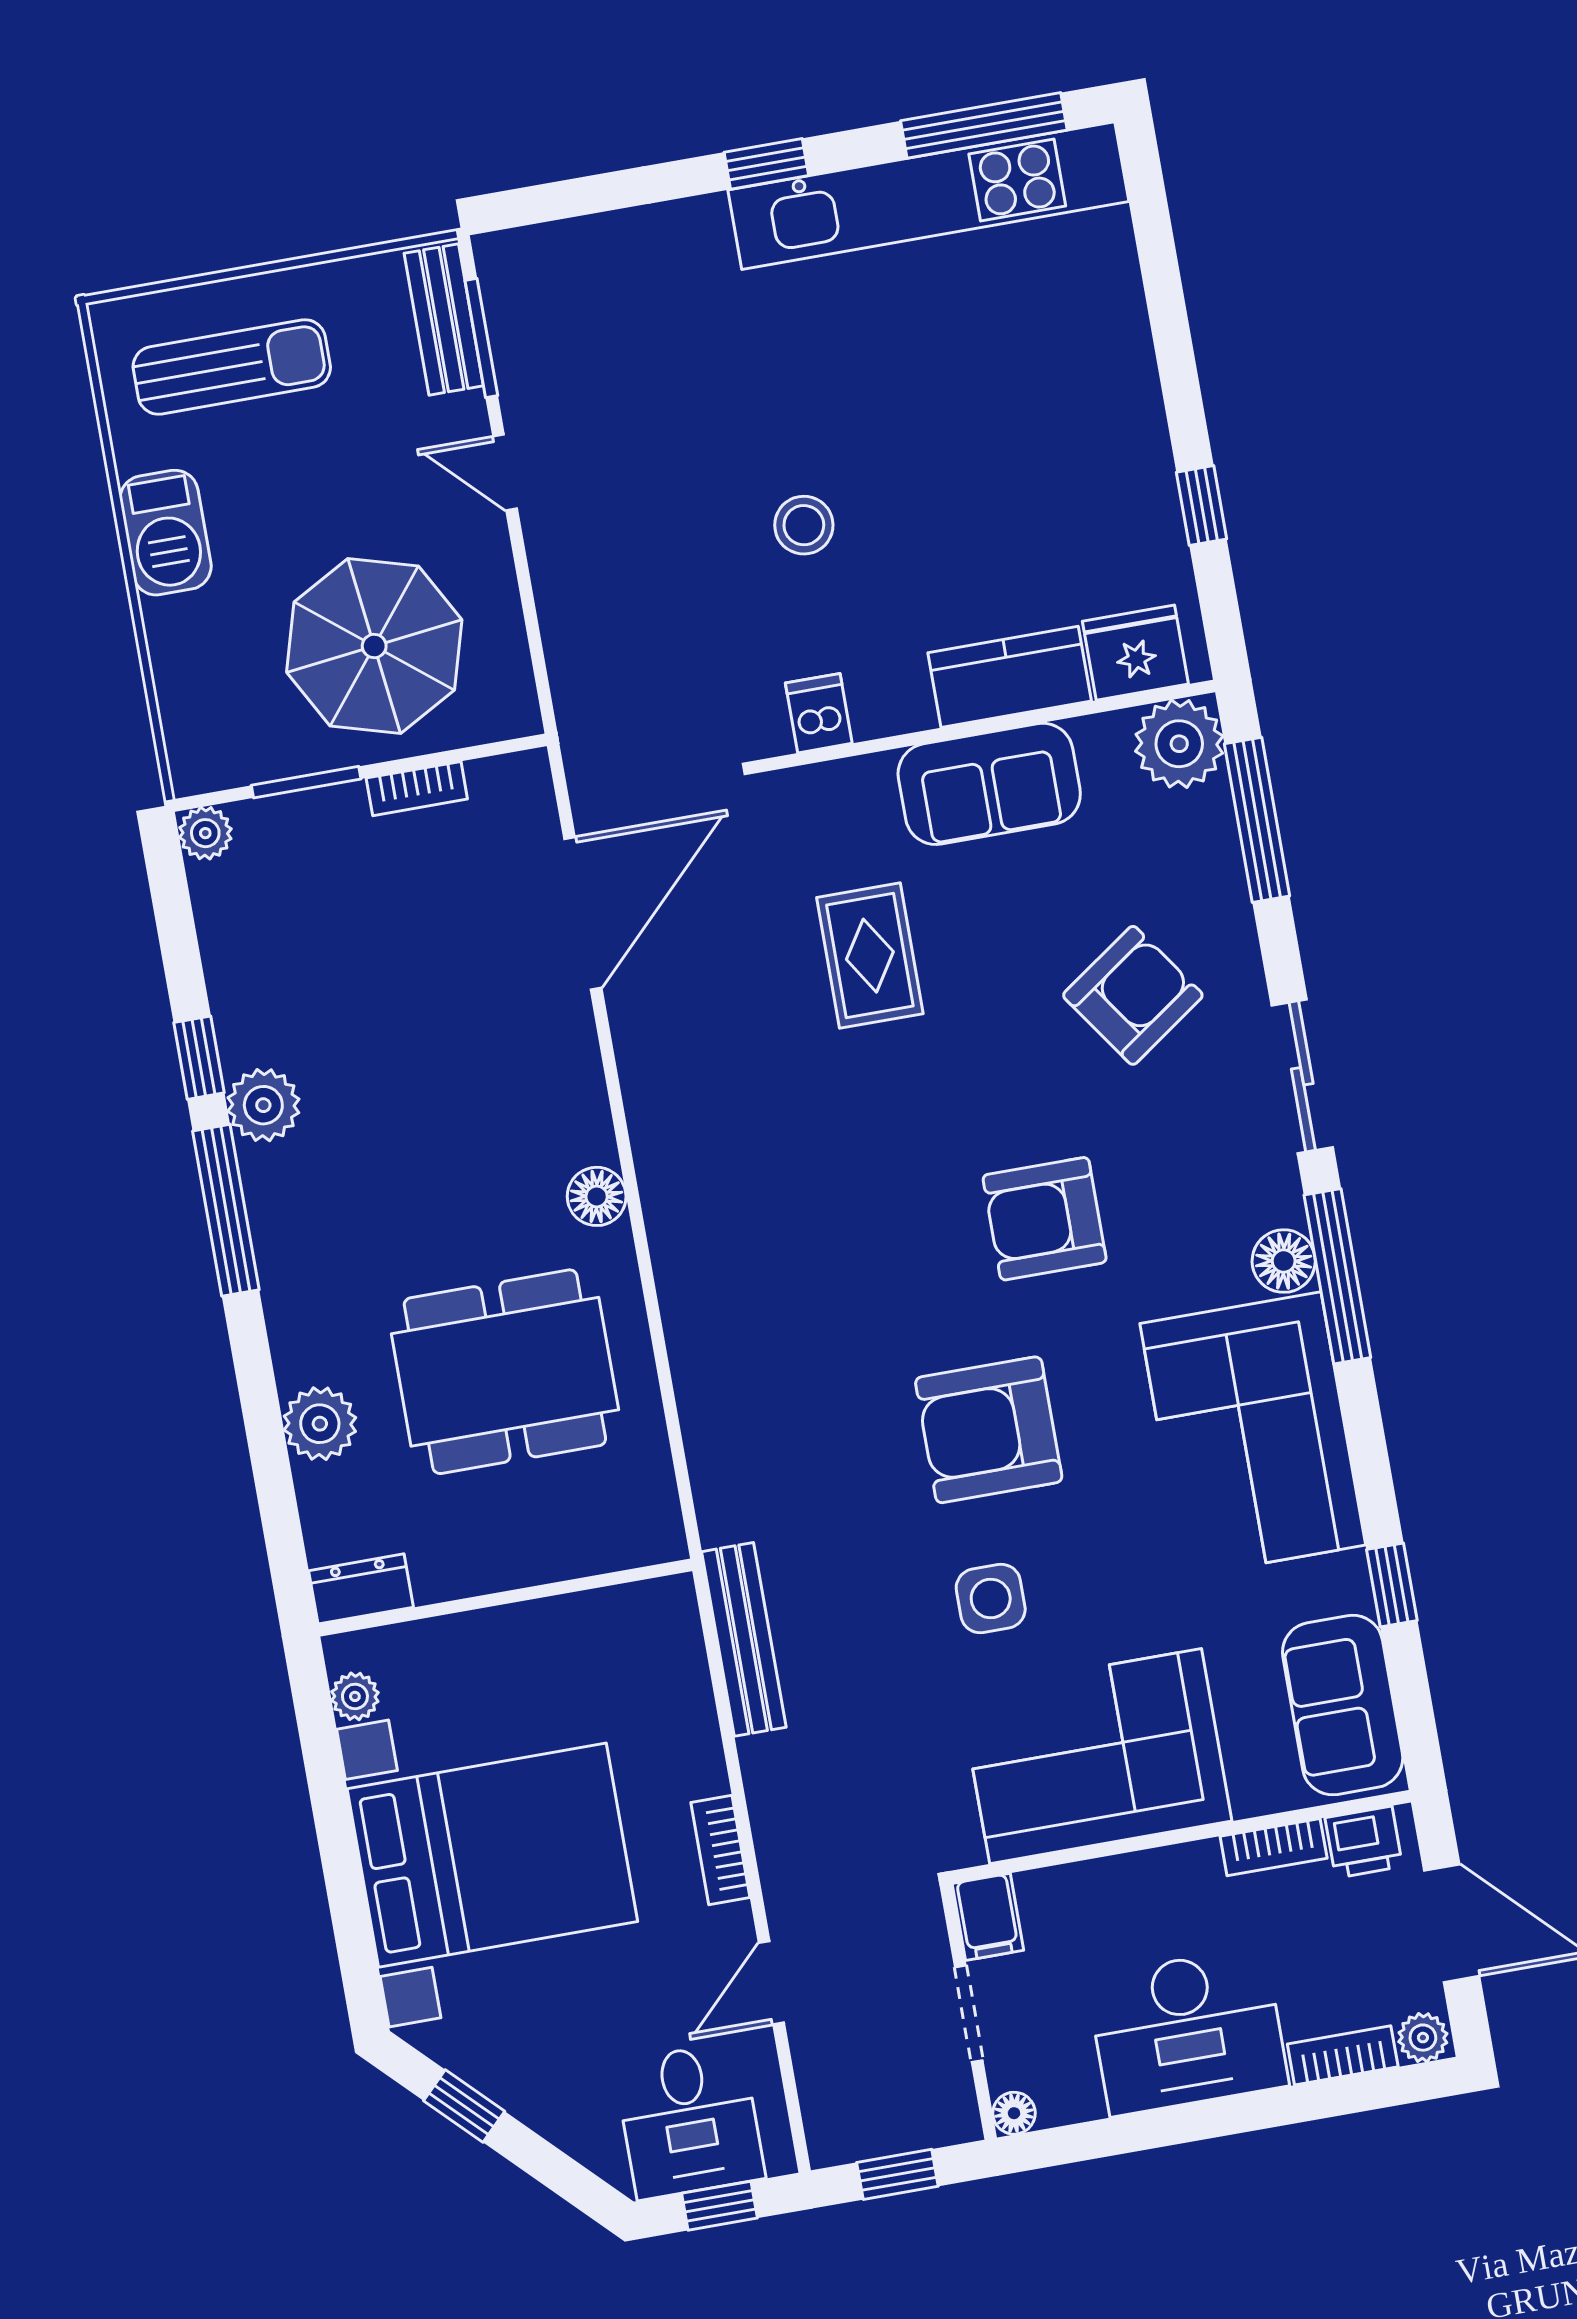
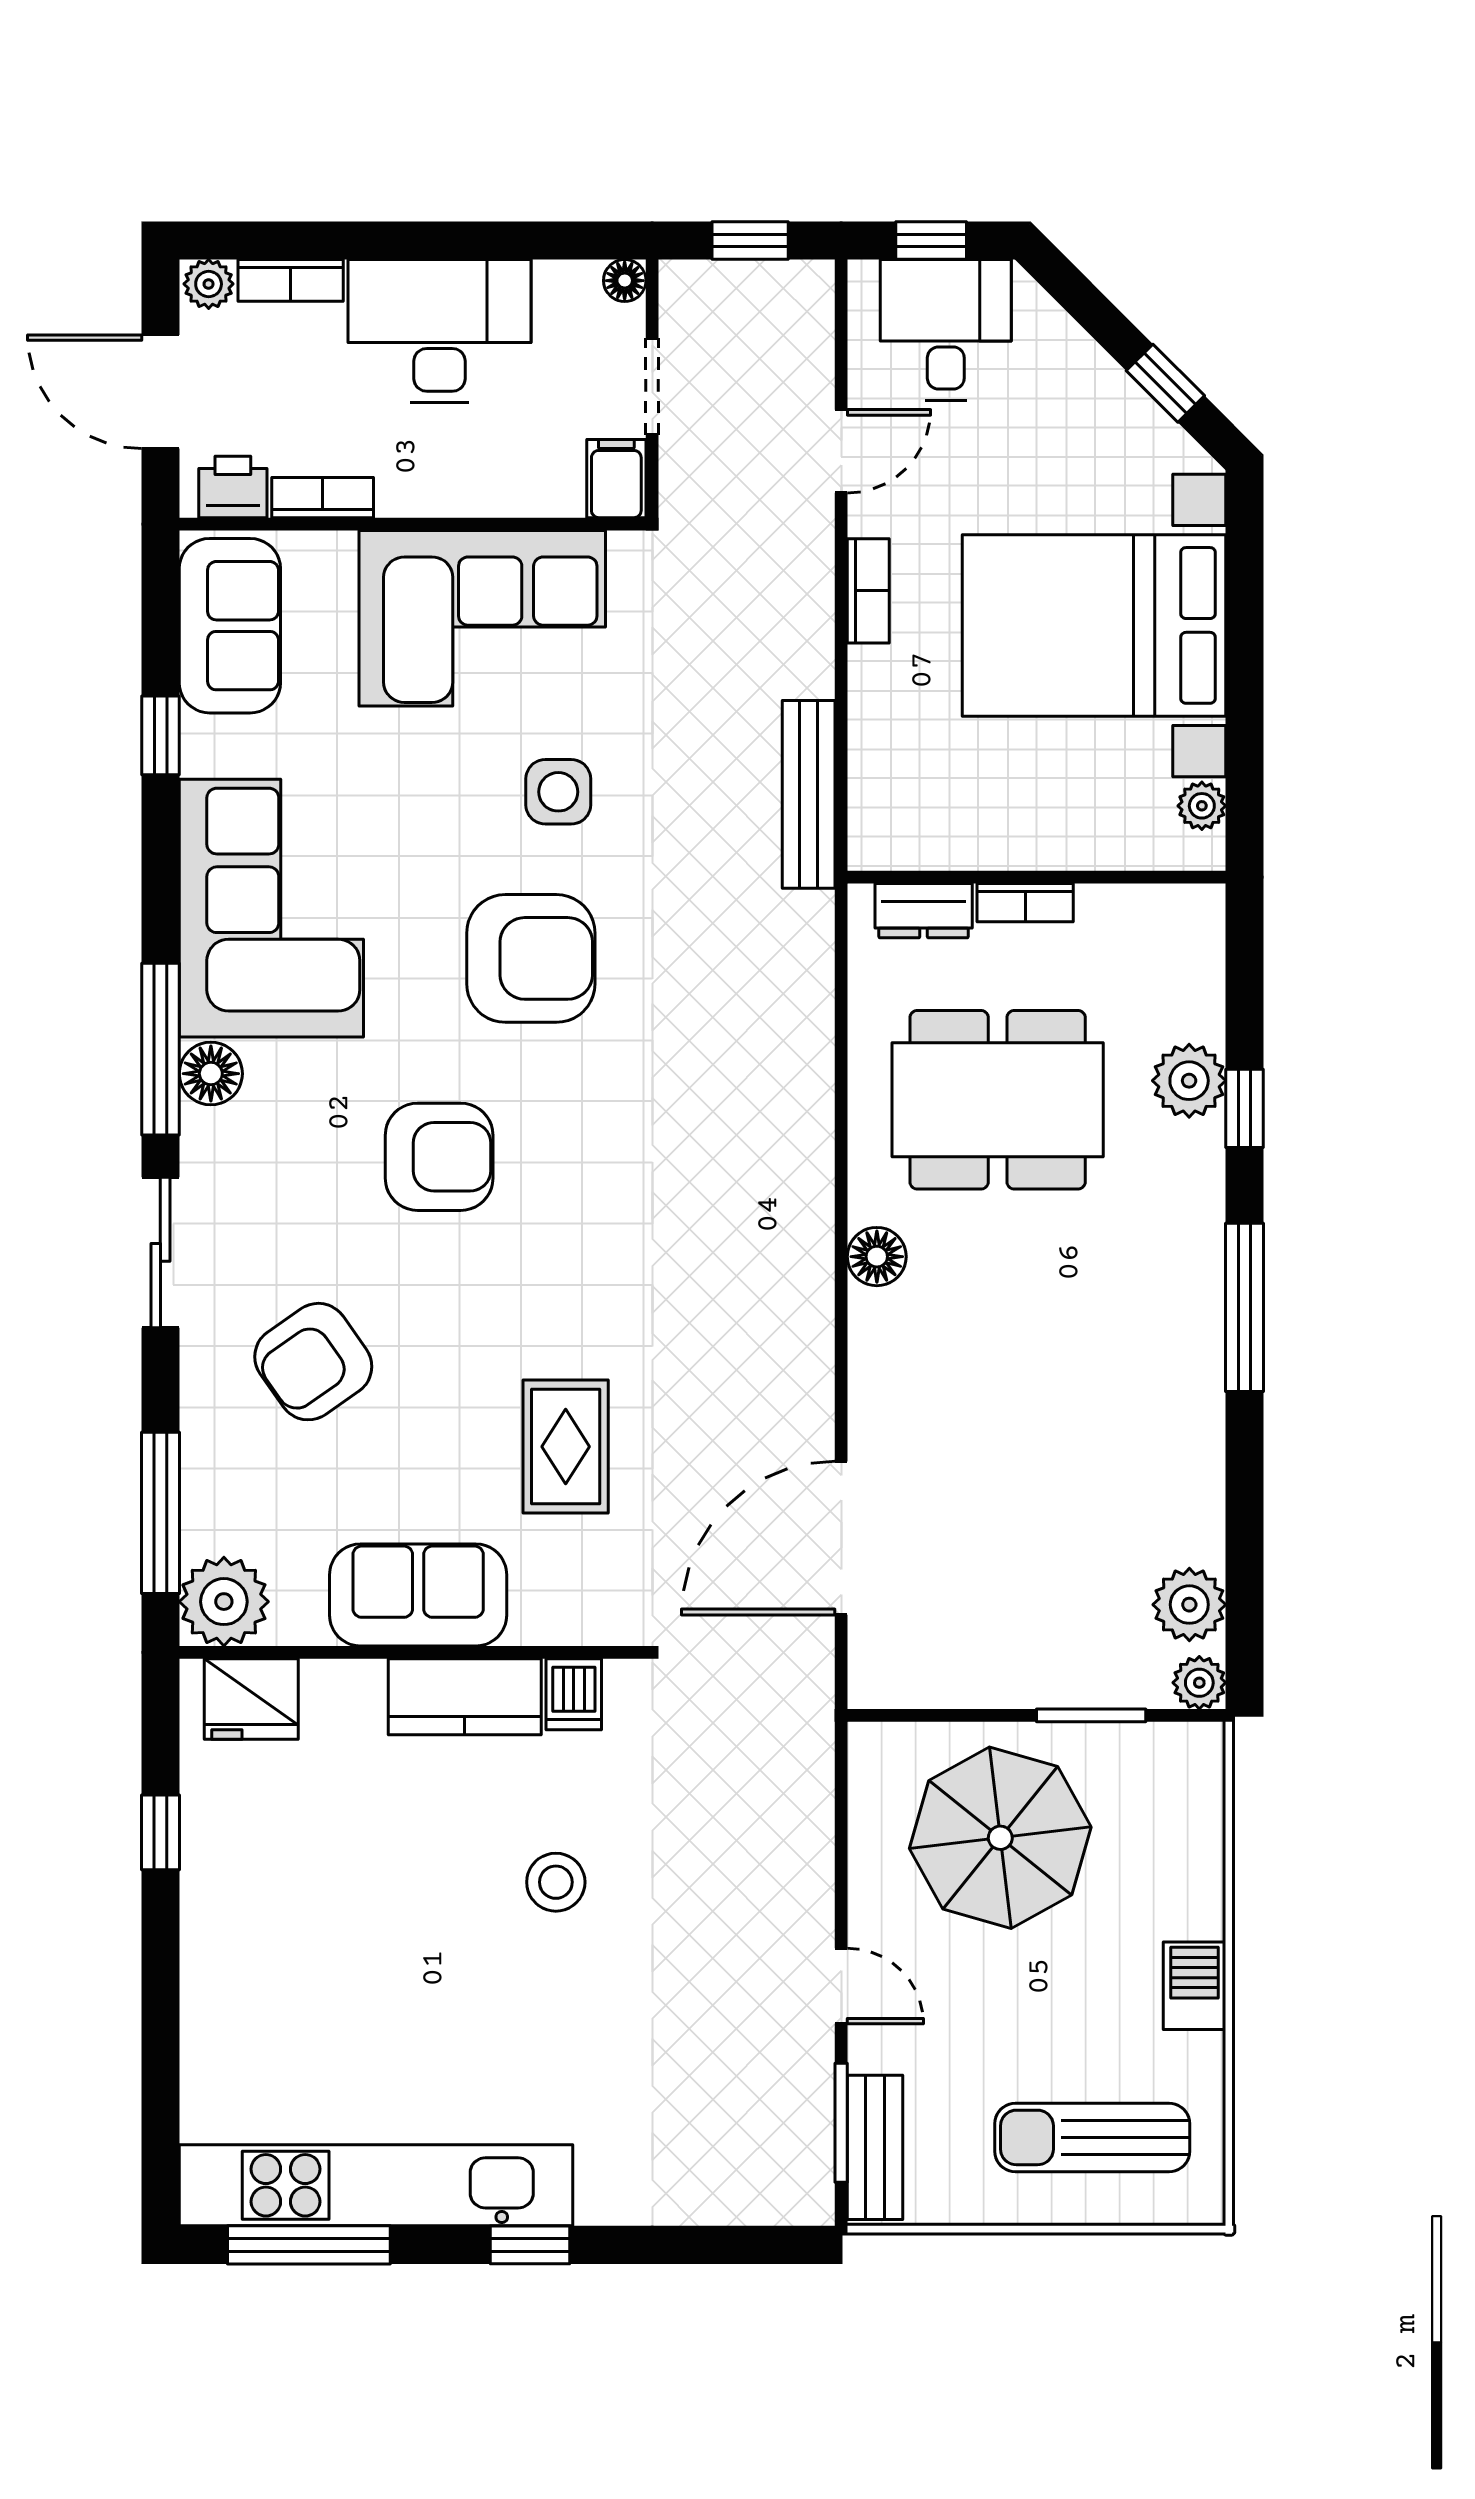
barbecue: (166, 533) -> (1195, 1986), width x0.73, depth x0.79
kitchen counter: (1010, 677) -> (465, 1697), moved
bookcase: (417, 789) -> (1025, 903), moved, turned 180
window: (199, 1058) -> (1245, 1108), moved
plant: (263, 1105) -> (1189, 1605), moved
dresser: (361, 1589) -> (924, 911), moved

